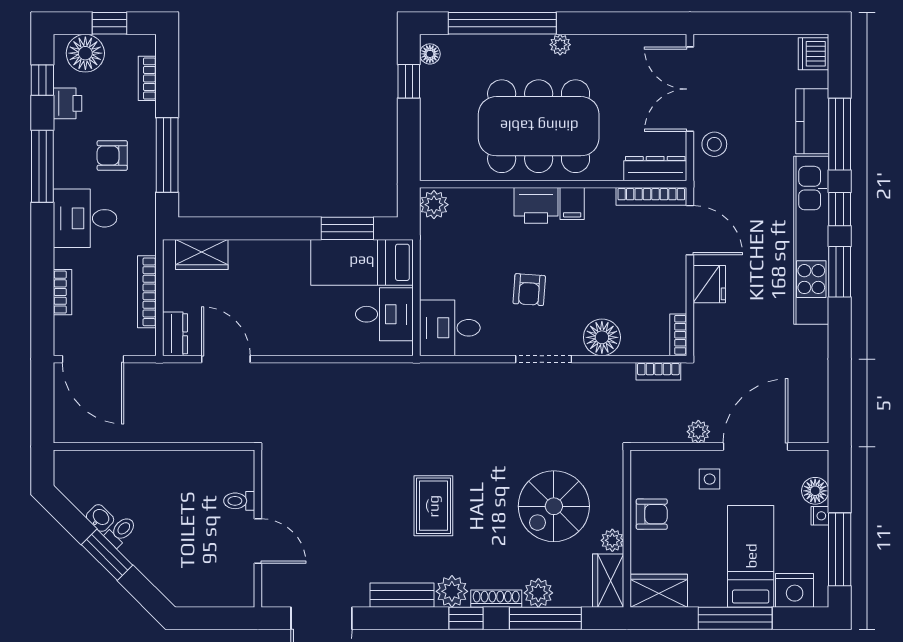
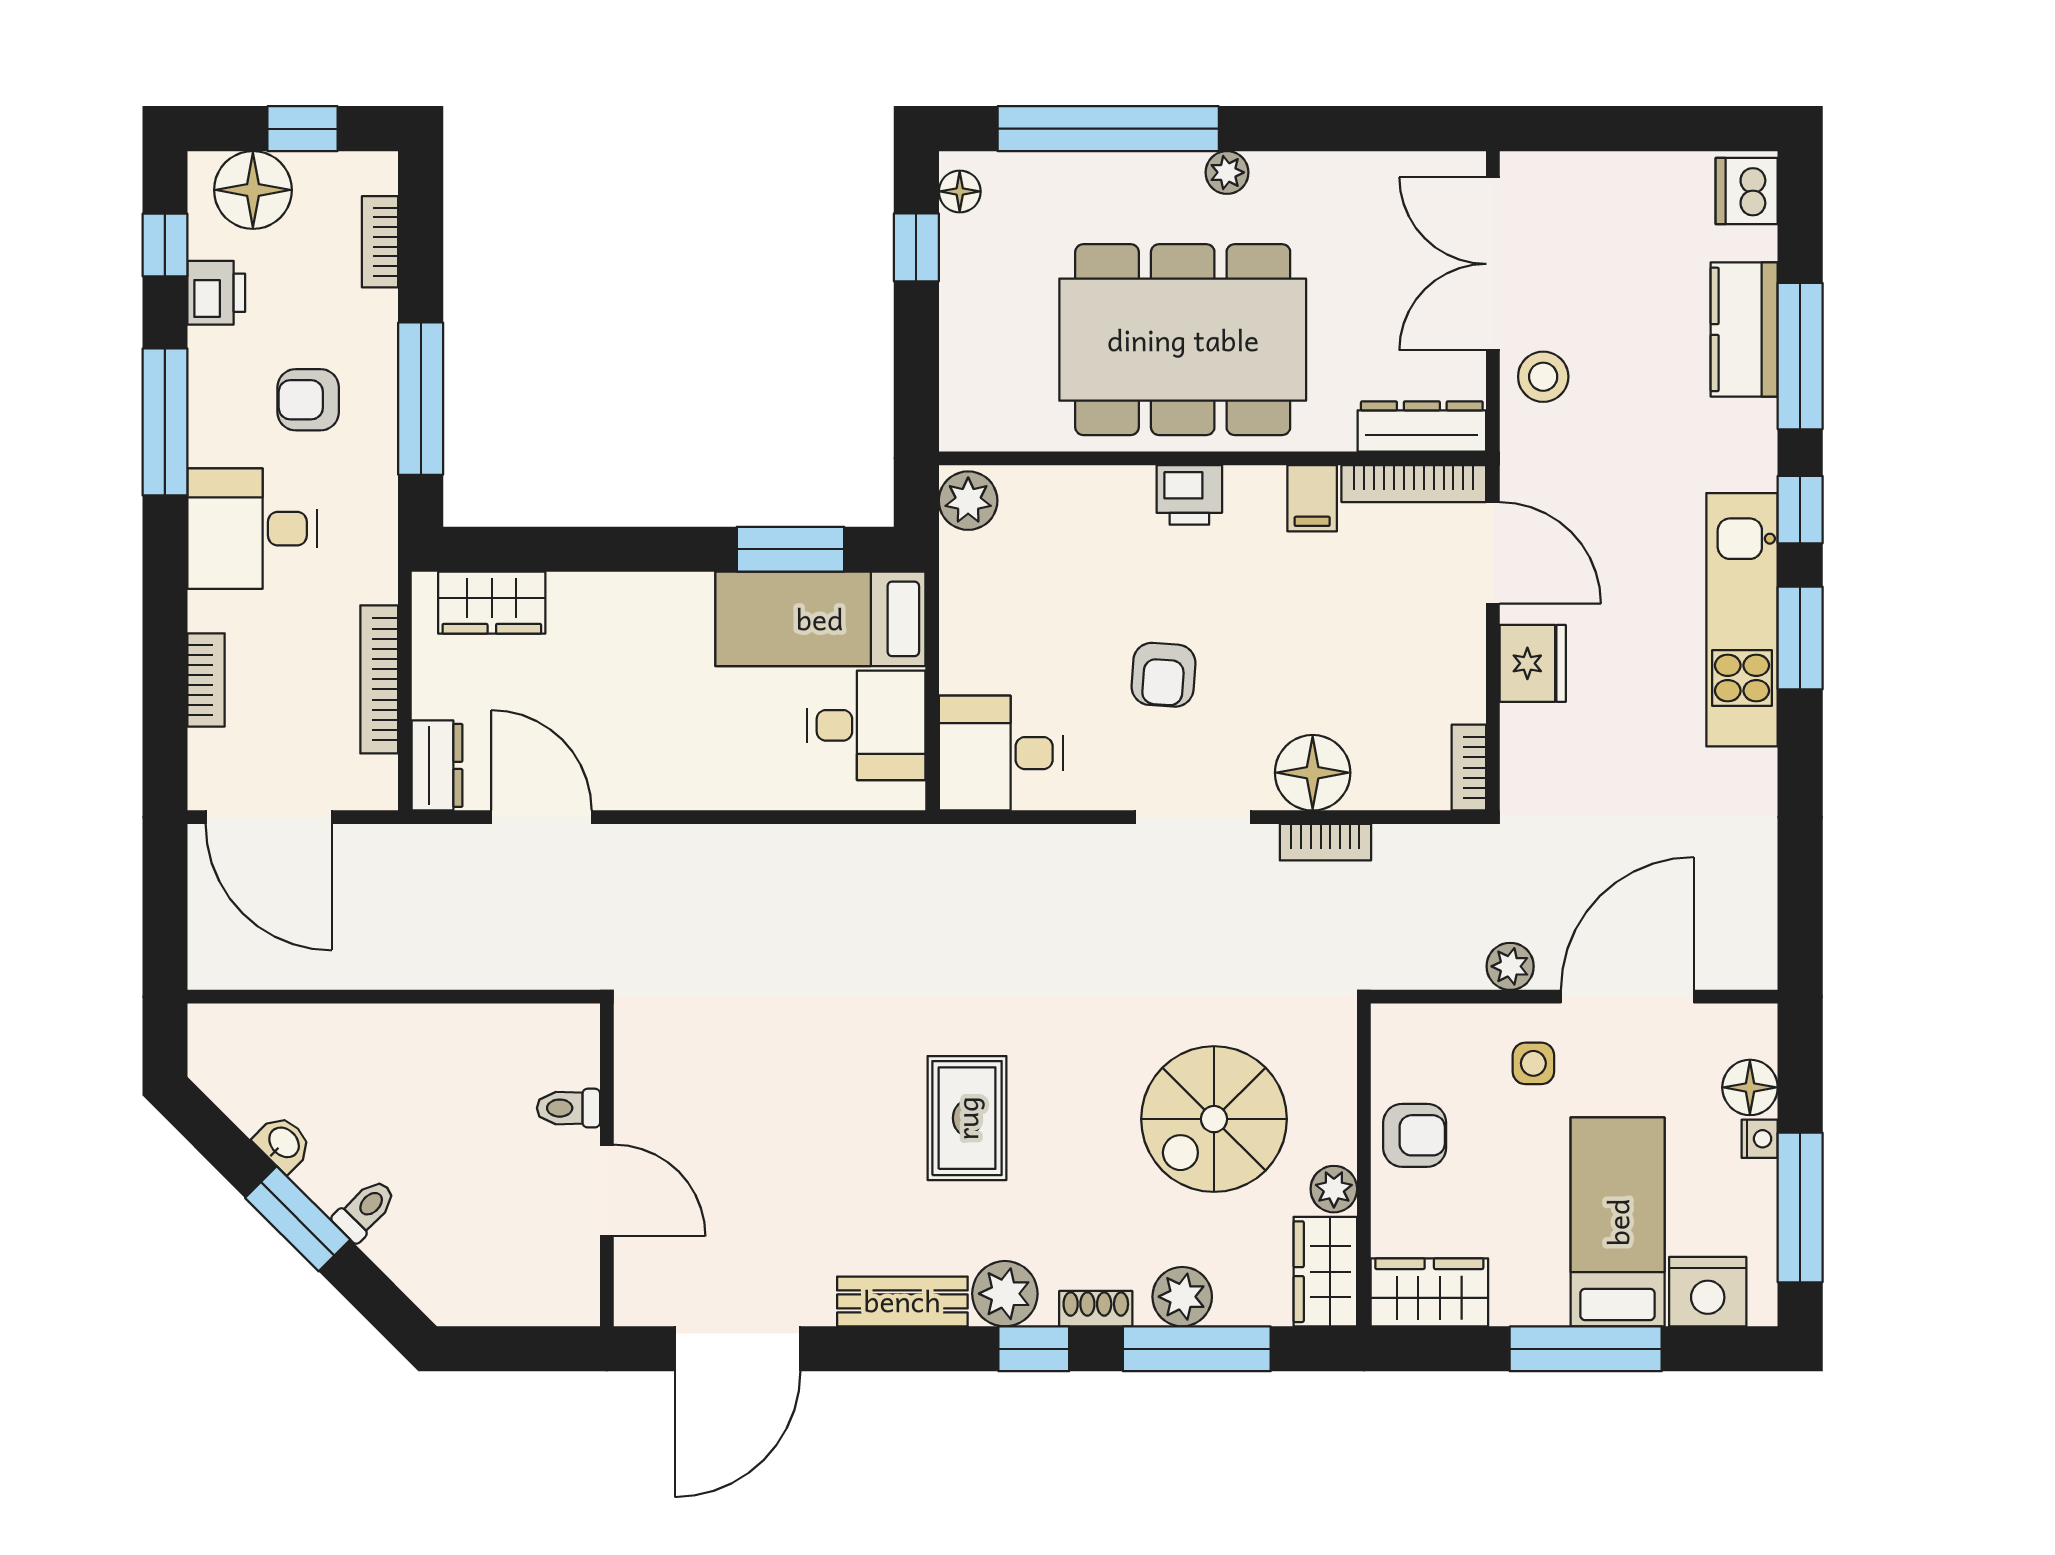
filing cabinet: (572, 203) -> (1312, 498), moved
printer: (536, 205) -> (1189, 495), width x0.73, depth x0.81
kitchen unit: (811, 240) -> (1742, 620), width x0.73
bookcase: (658, 371) -> (1325, 842), moved
toilet: (121, 531) -> (365, 1210), moved
shoe rack: (496, 599) -> (1096, 1309), width x0.70

